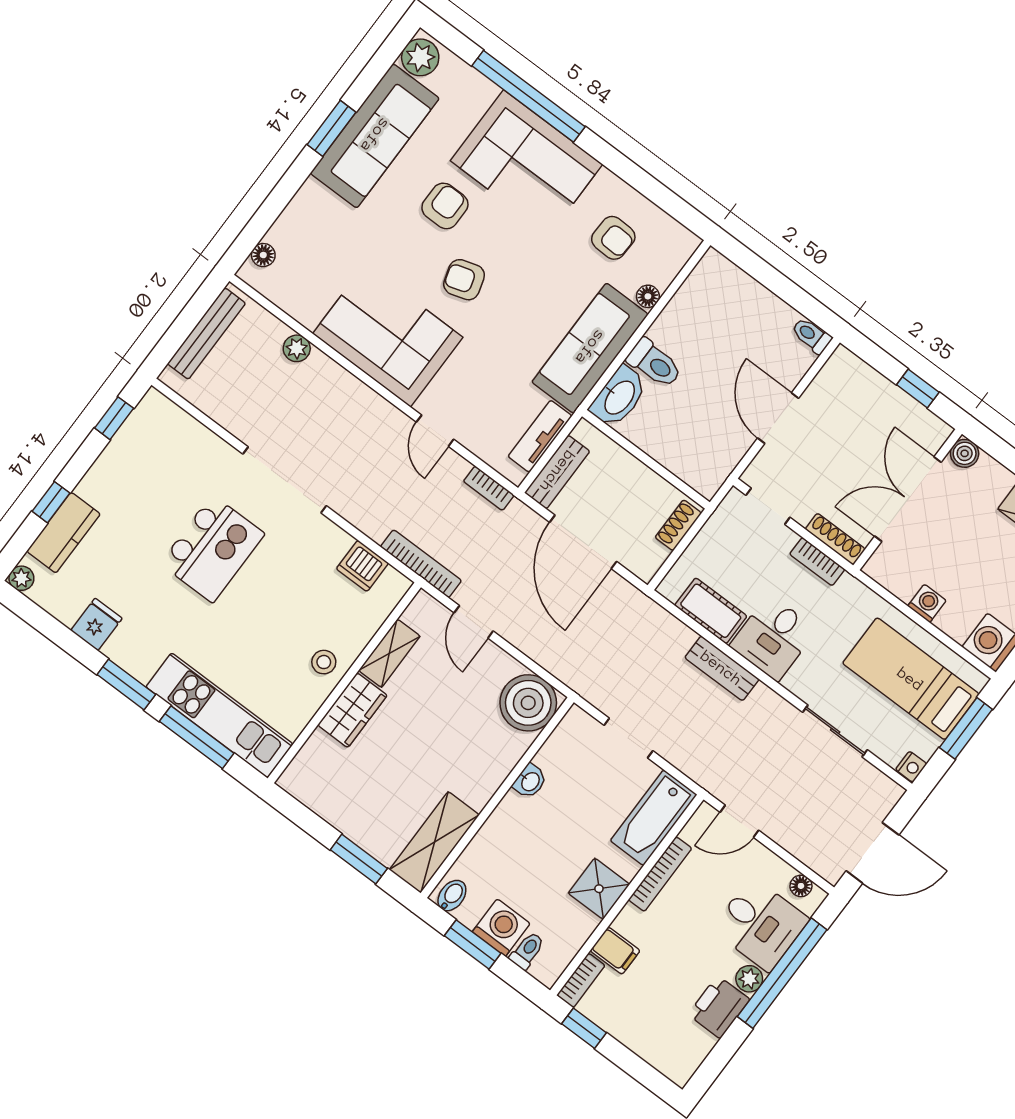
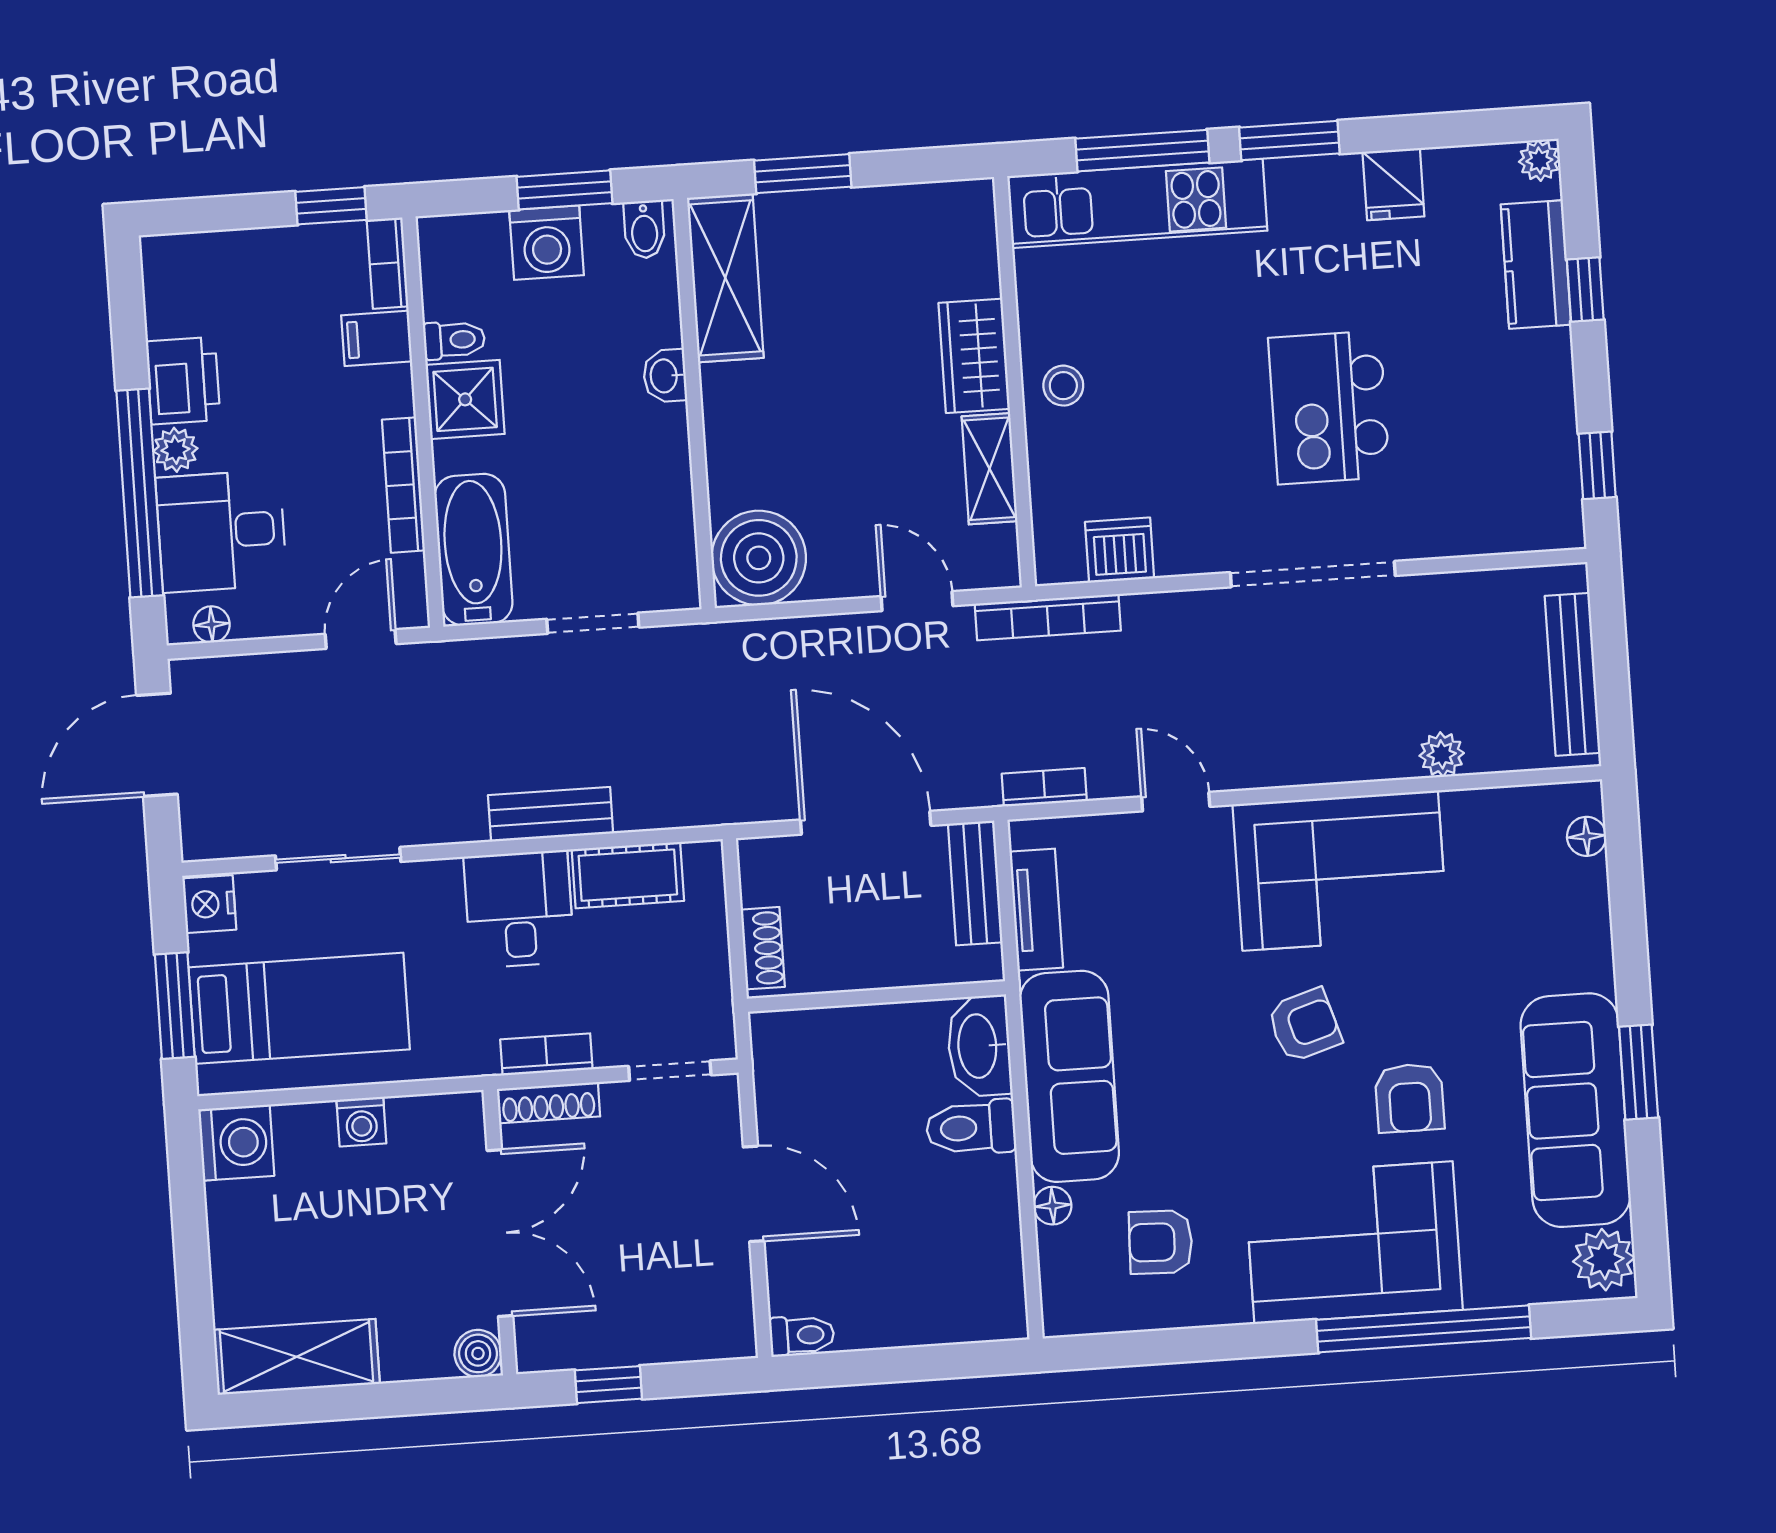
nightstand: (911, 767) -> (209, 904), width x1.39, depth x1.35
washbasin: (530, 781) -> (665, 376), moved
toilet: (527, 951) -> (454, 340), moved, turned -90

